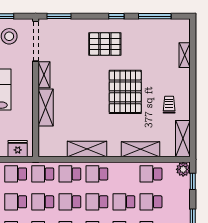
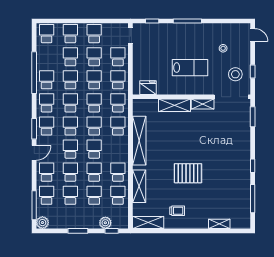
pallet: (105, 44) -> (229, 156), removed
pallet: (125, 92) -> (188, 173), width x0.73, depth x0.71
fridge: (18, 149) -> (148, 88), moved, turned -90
shelving: (87, 149) -> (139, 141), width x1.47
plant: (183, 169) -> (105, 223), moved
school desk: (97, 174) -> (118, 172), moved

